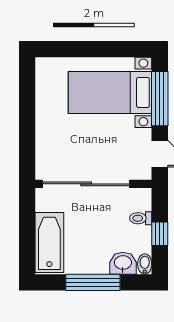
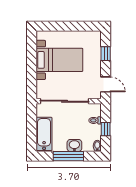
bed with nightstands: (110, 92) -> (59, 60), moved, turned 180
window: (160, 99) -> (106, 54), width x0.46
washbasin: (123, 263) -> (74, 145), moved

